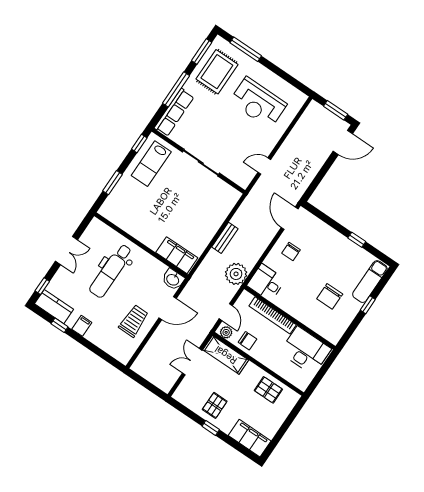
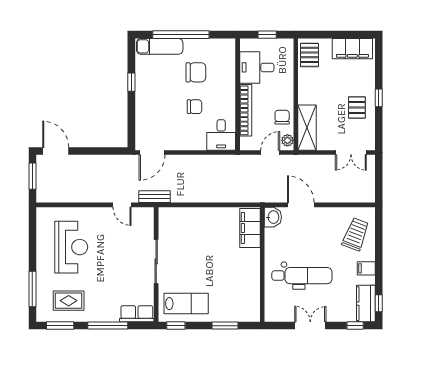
rug: (217, 72) -> (69, 301), width x0.73, depth x0.70
row of seats: (174, 112) -> (137, 314), width x0.68
bench: (225, 238) -> (155, 197), moved
chair: (291, 252) -> (195, 107), moved
plant: (236, 274) -> (231, 166), removed
window: (368, 305) -> (181, 35), width x3.17
trolley: (134, 321) -> (356, 234), moved, turned 111
window: (60, 325) -> (379, 303), moved
desk: (305, 351) -> (257, 67), width x0.73
double door: (192, 362) -> (351, 152), moved
window: (321, 373) -> (267, 35), added
pallet: (268, 390) -> (310, 55), moved
pallet: (215, 405) -> (357, 107), turned 90
filing cabinet: (250, 438) -> (352, 49), moved, turned -90

